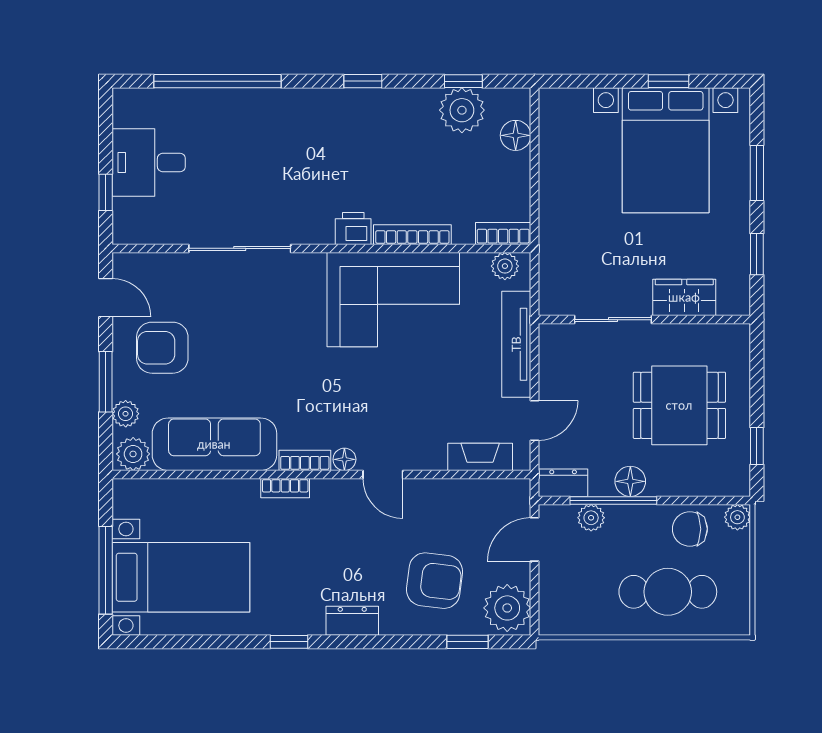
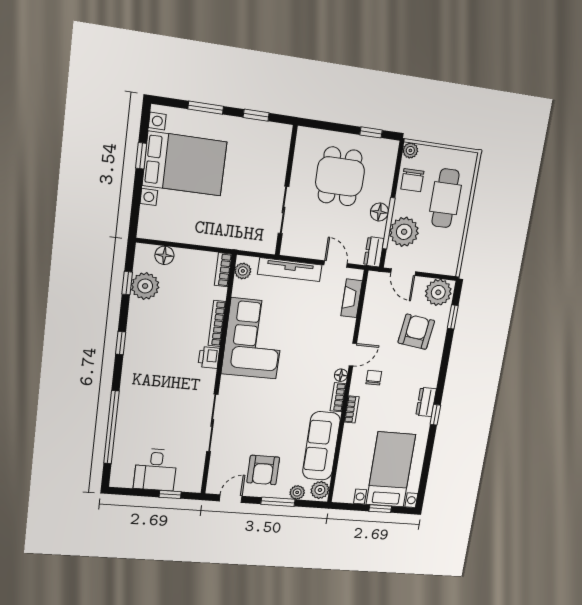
wardrobe: (684, 297) -> (276, 165), removed
chair: (346, 518) -> (374, 378), added
plant: (591, 518) -> (404, 232), width x1.88, depth x1.88
window: (106, 570) -> (380, 509), width x0.46
dresser: (352, 621) -> (426, 402), moved

